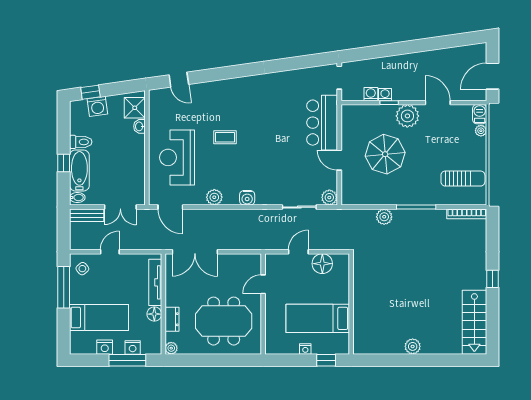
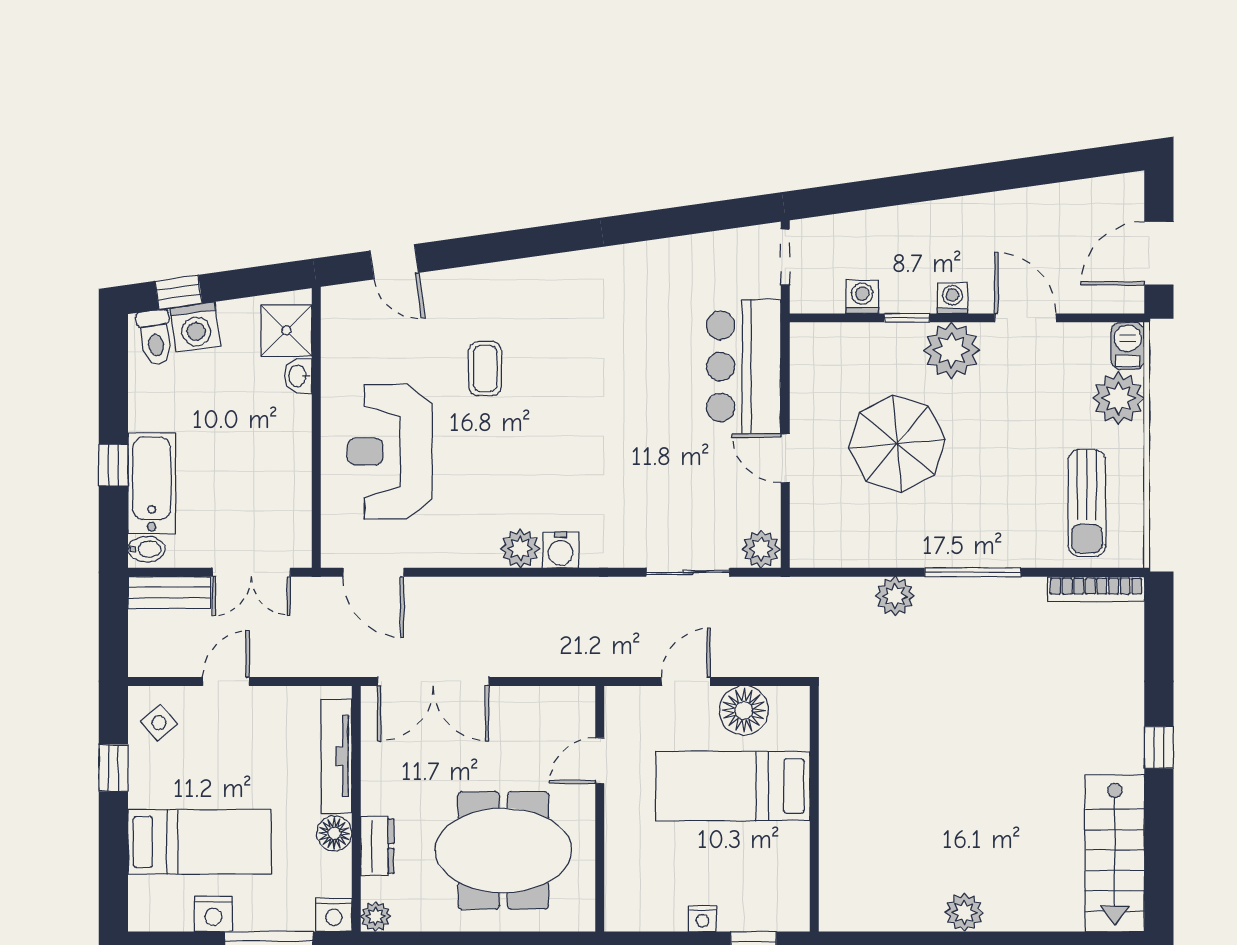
washing machine: (385, 95) -> (952, 298), moved
plant: (481, 131) -> (1119, 398), width x1.88, depth x1.88
coffee table: (225, 137) -> (485, 369), moved, turned 90
toilet: (81, 142) -> (155, 338), moved, turned 82
sun lounger: (463, 179) -> (1087, 503), turned 90
plant: (214, 197) -> (520, 549), moved
window: (64, 287) -> (113, 768), width x0.46
bed: (318, 318) -> (733, 786), moved
nightstand: (133, 347) -> (334, 915), moved

